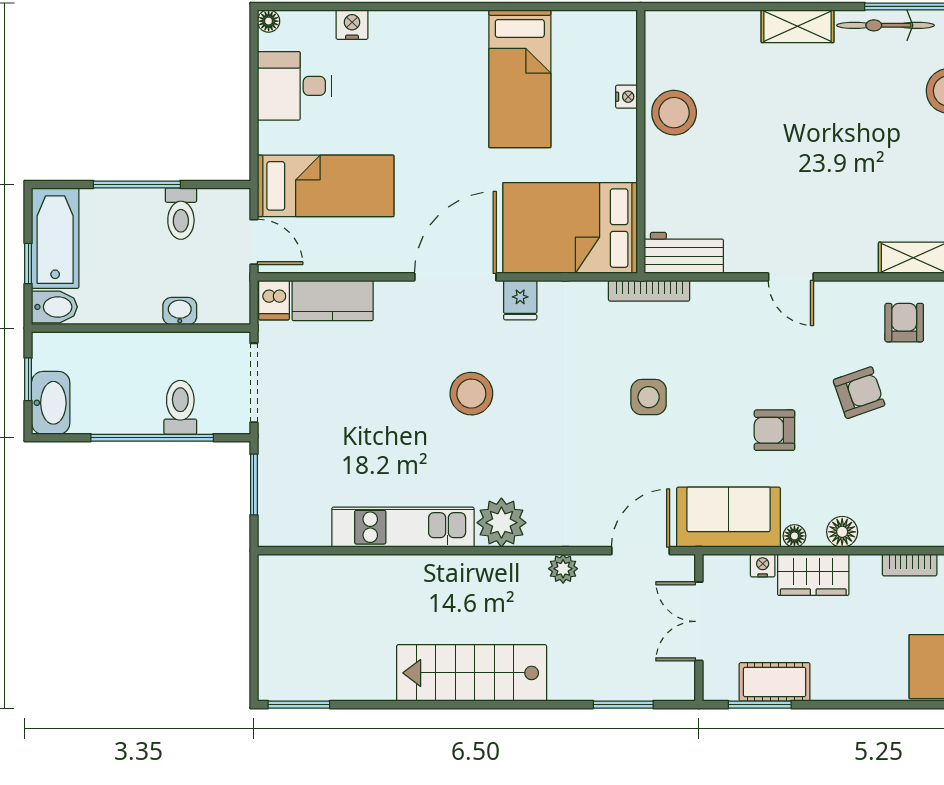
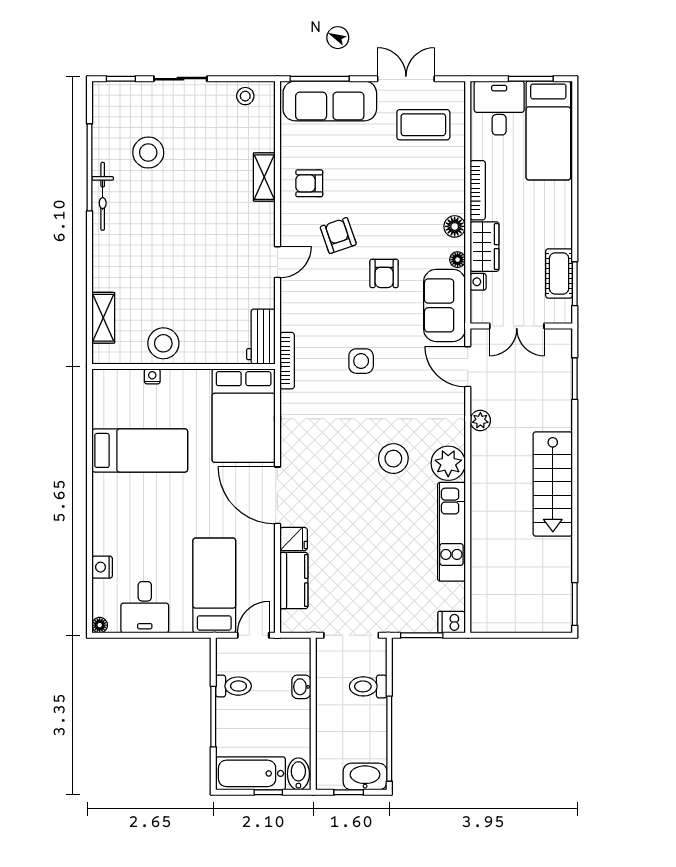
shelving: (798, 26) -> (103, 318), moved
dishwasher: (274, 300) -> (452, 622), moved, turned 180
fridge: (520, 300) -> (294, 539), moved
armchair: (859, 393) -> (338, 236), moved
stool: (471, 394) -> (393, 459), moved
window: (152, 438) -> (389, 739), moved
bookcase: (910, 565) -> (478, 190), width x1.56

